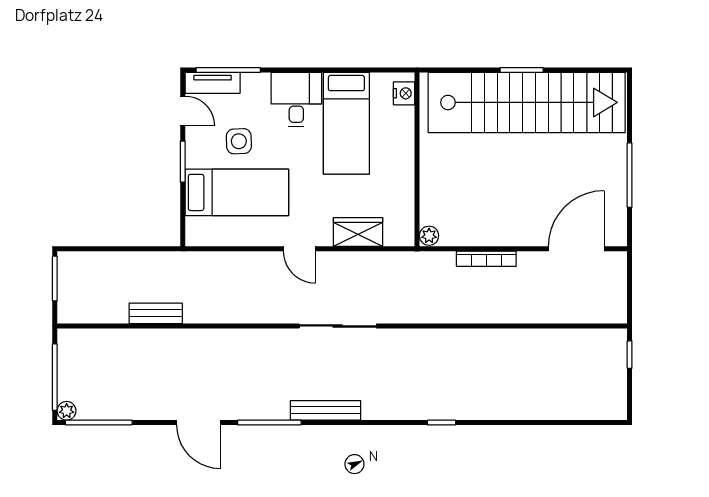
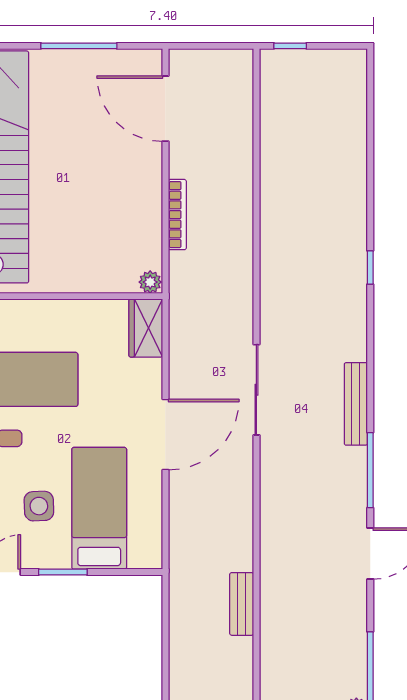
wardrobe: (358, 232) -> (146, 328), moved
door: (299, 249) -> (165, 435), width x1.88

